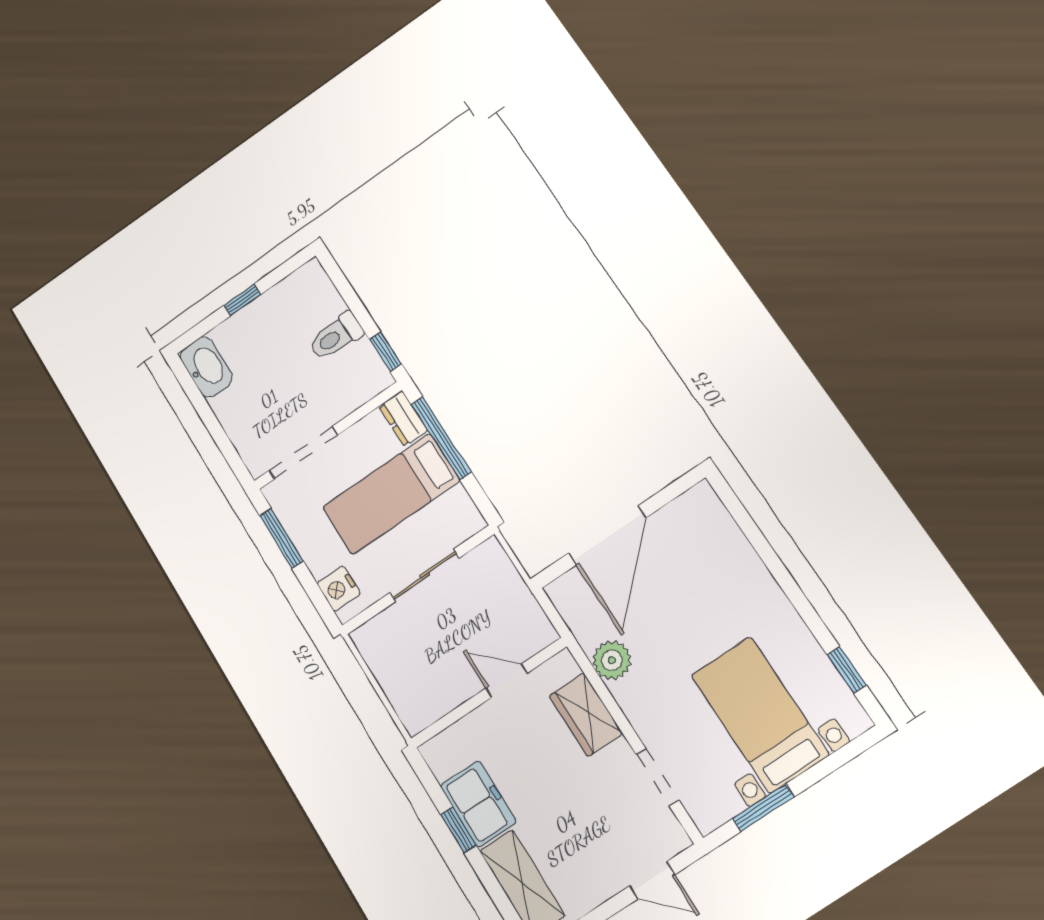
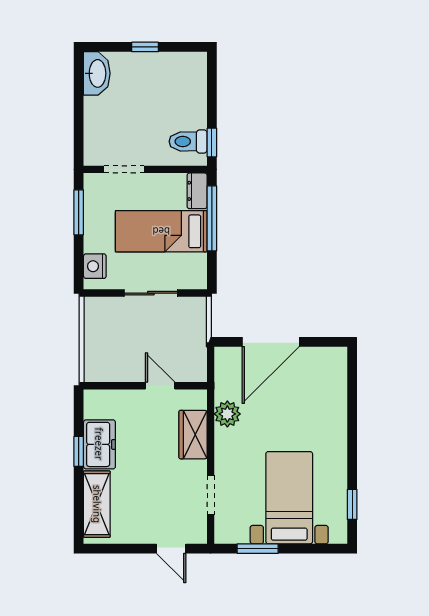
toilet: (336, 336) -> (188, 141), moved
doorway: (303, 453) -> (124, 169), width x0.73

